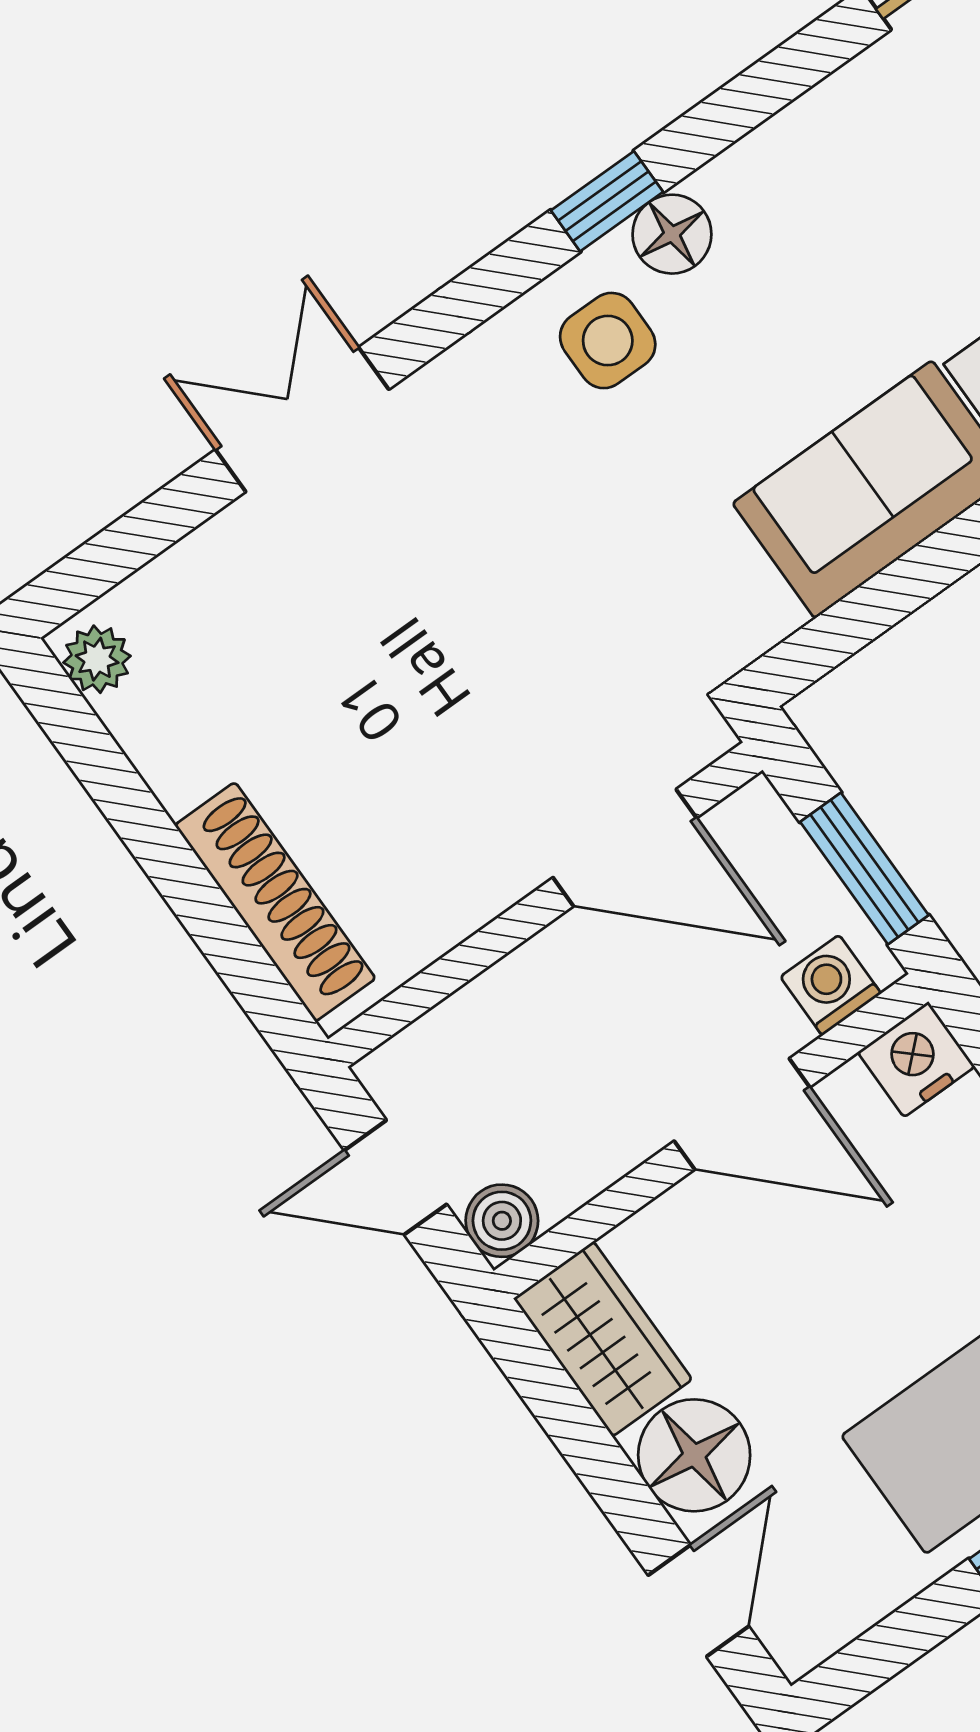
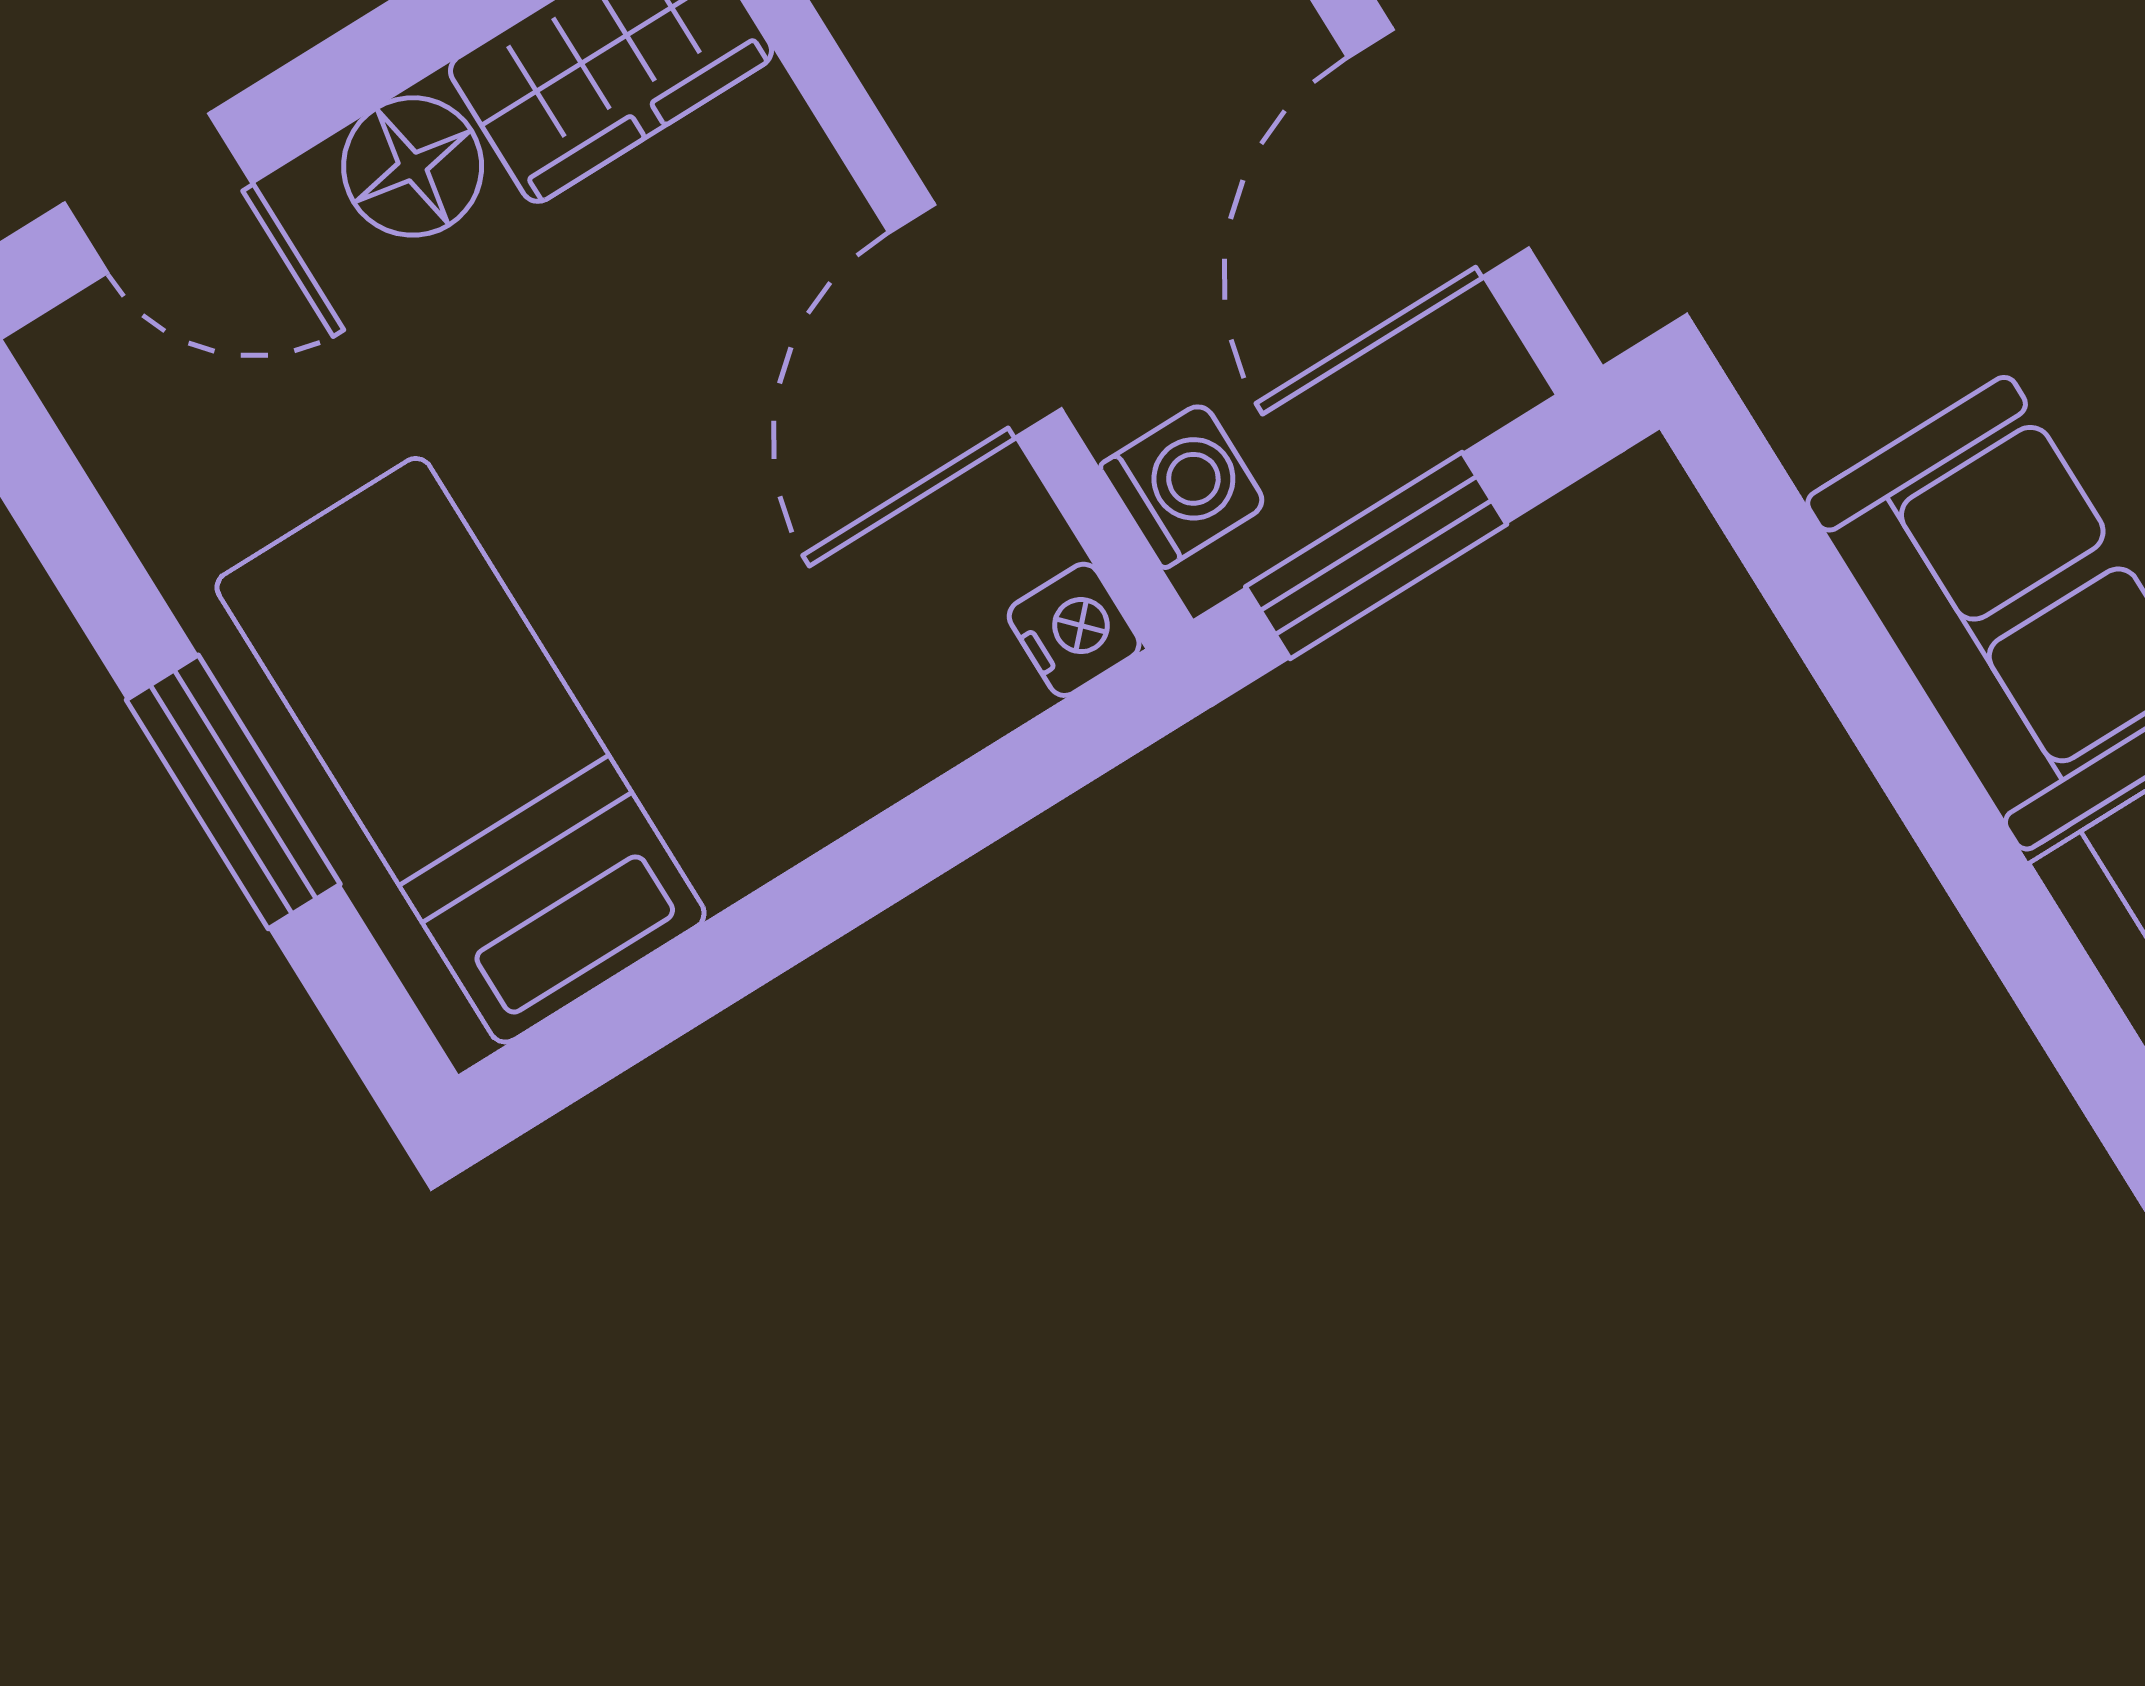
nightstand: (916, 1059) -> (1074, 630), width x0.72, depth x0.74
floor lamp: (694, 1455) -> (413, 166), width x0.73, depth x0.73

